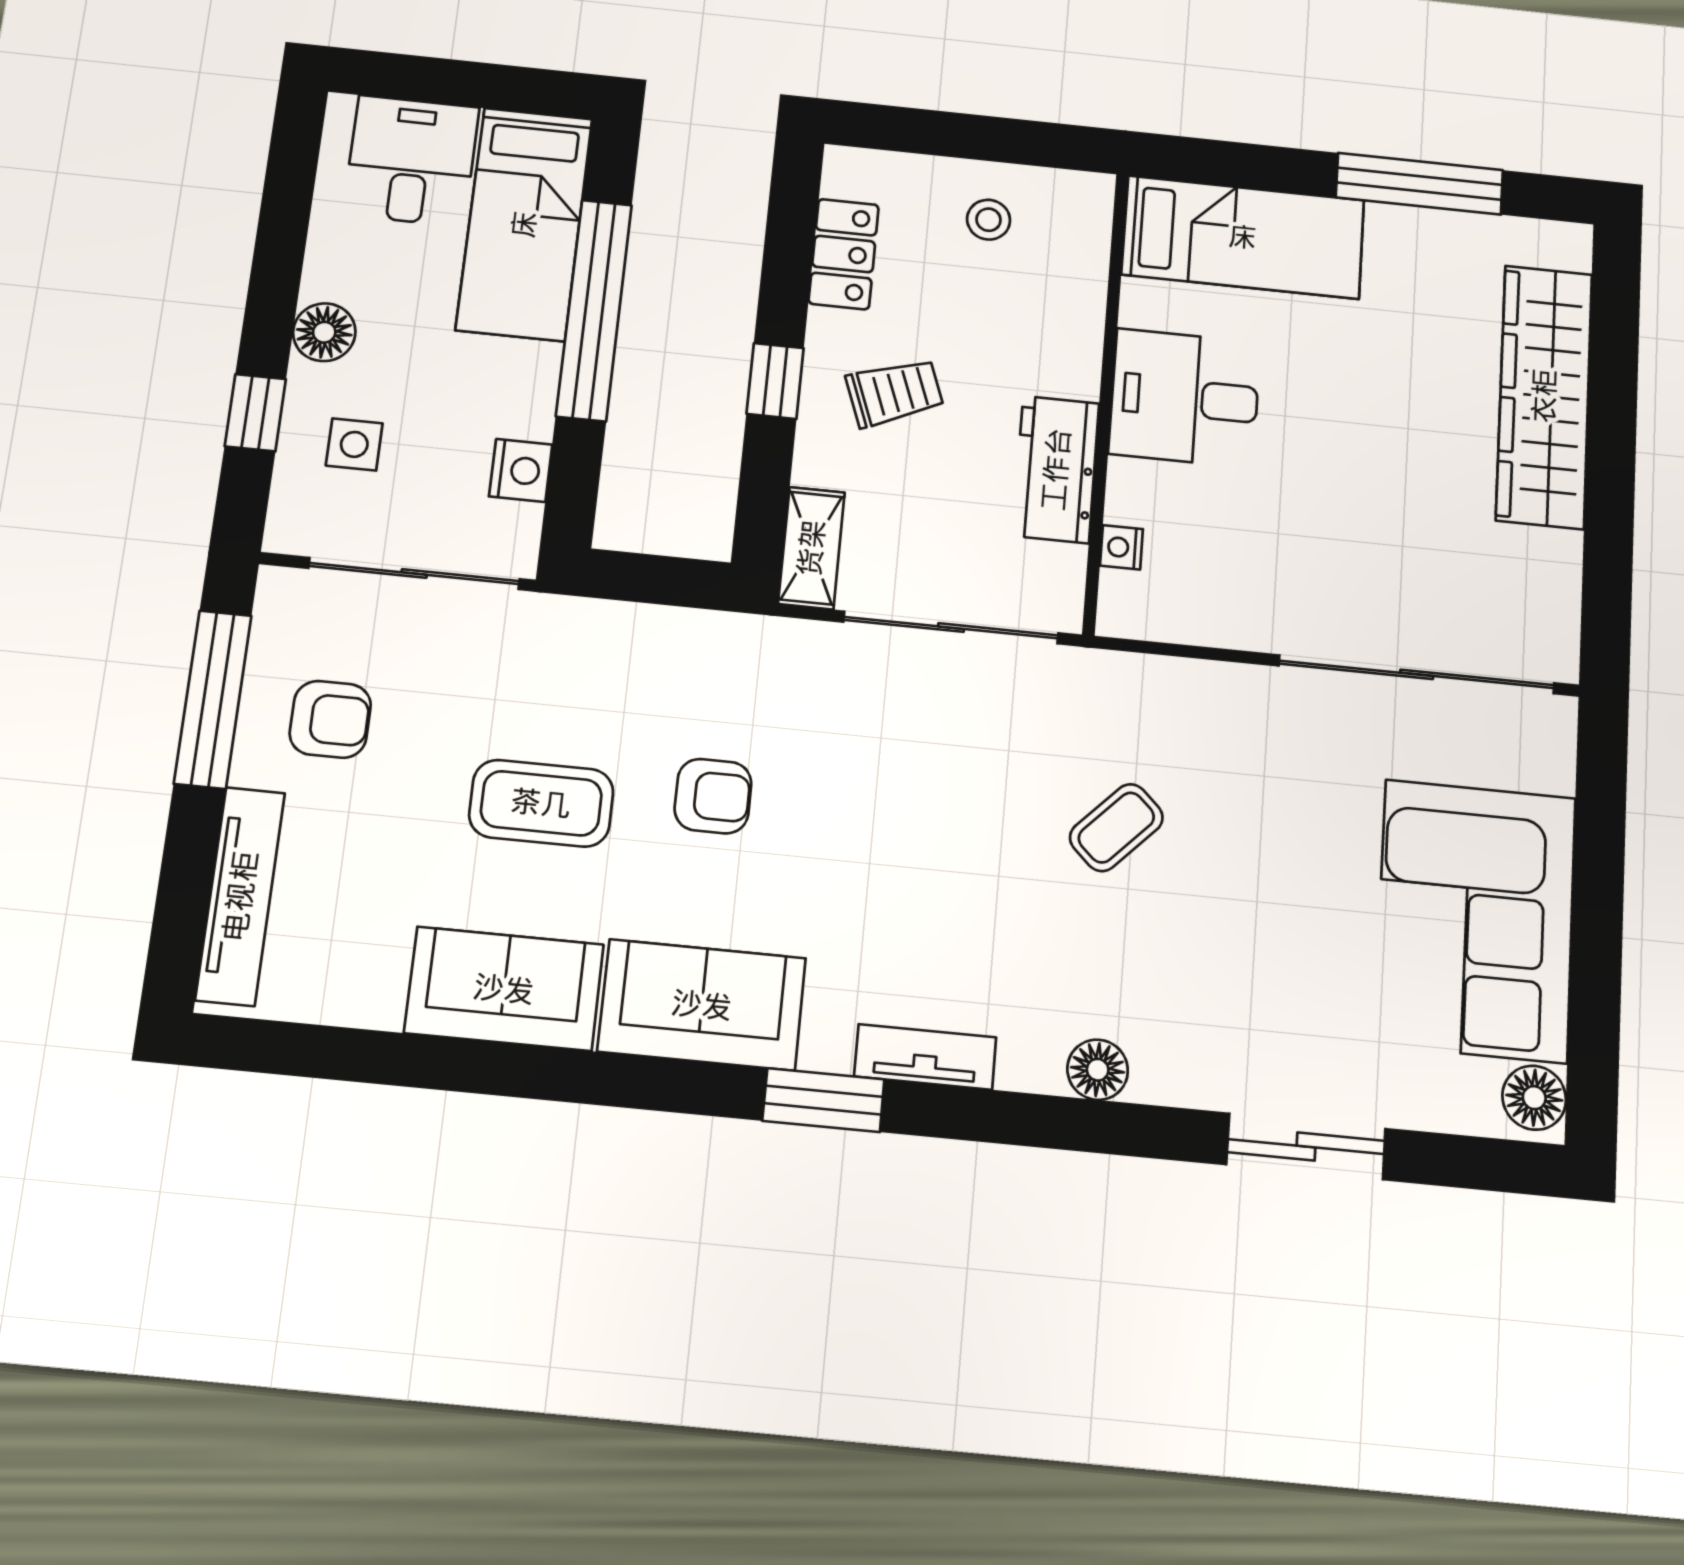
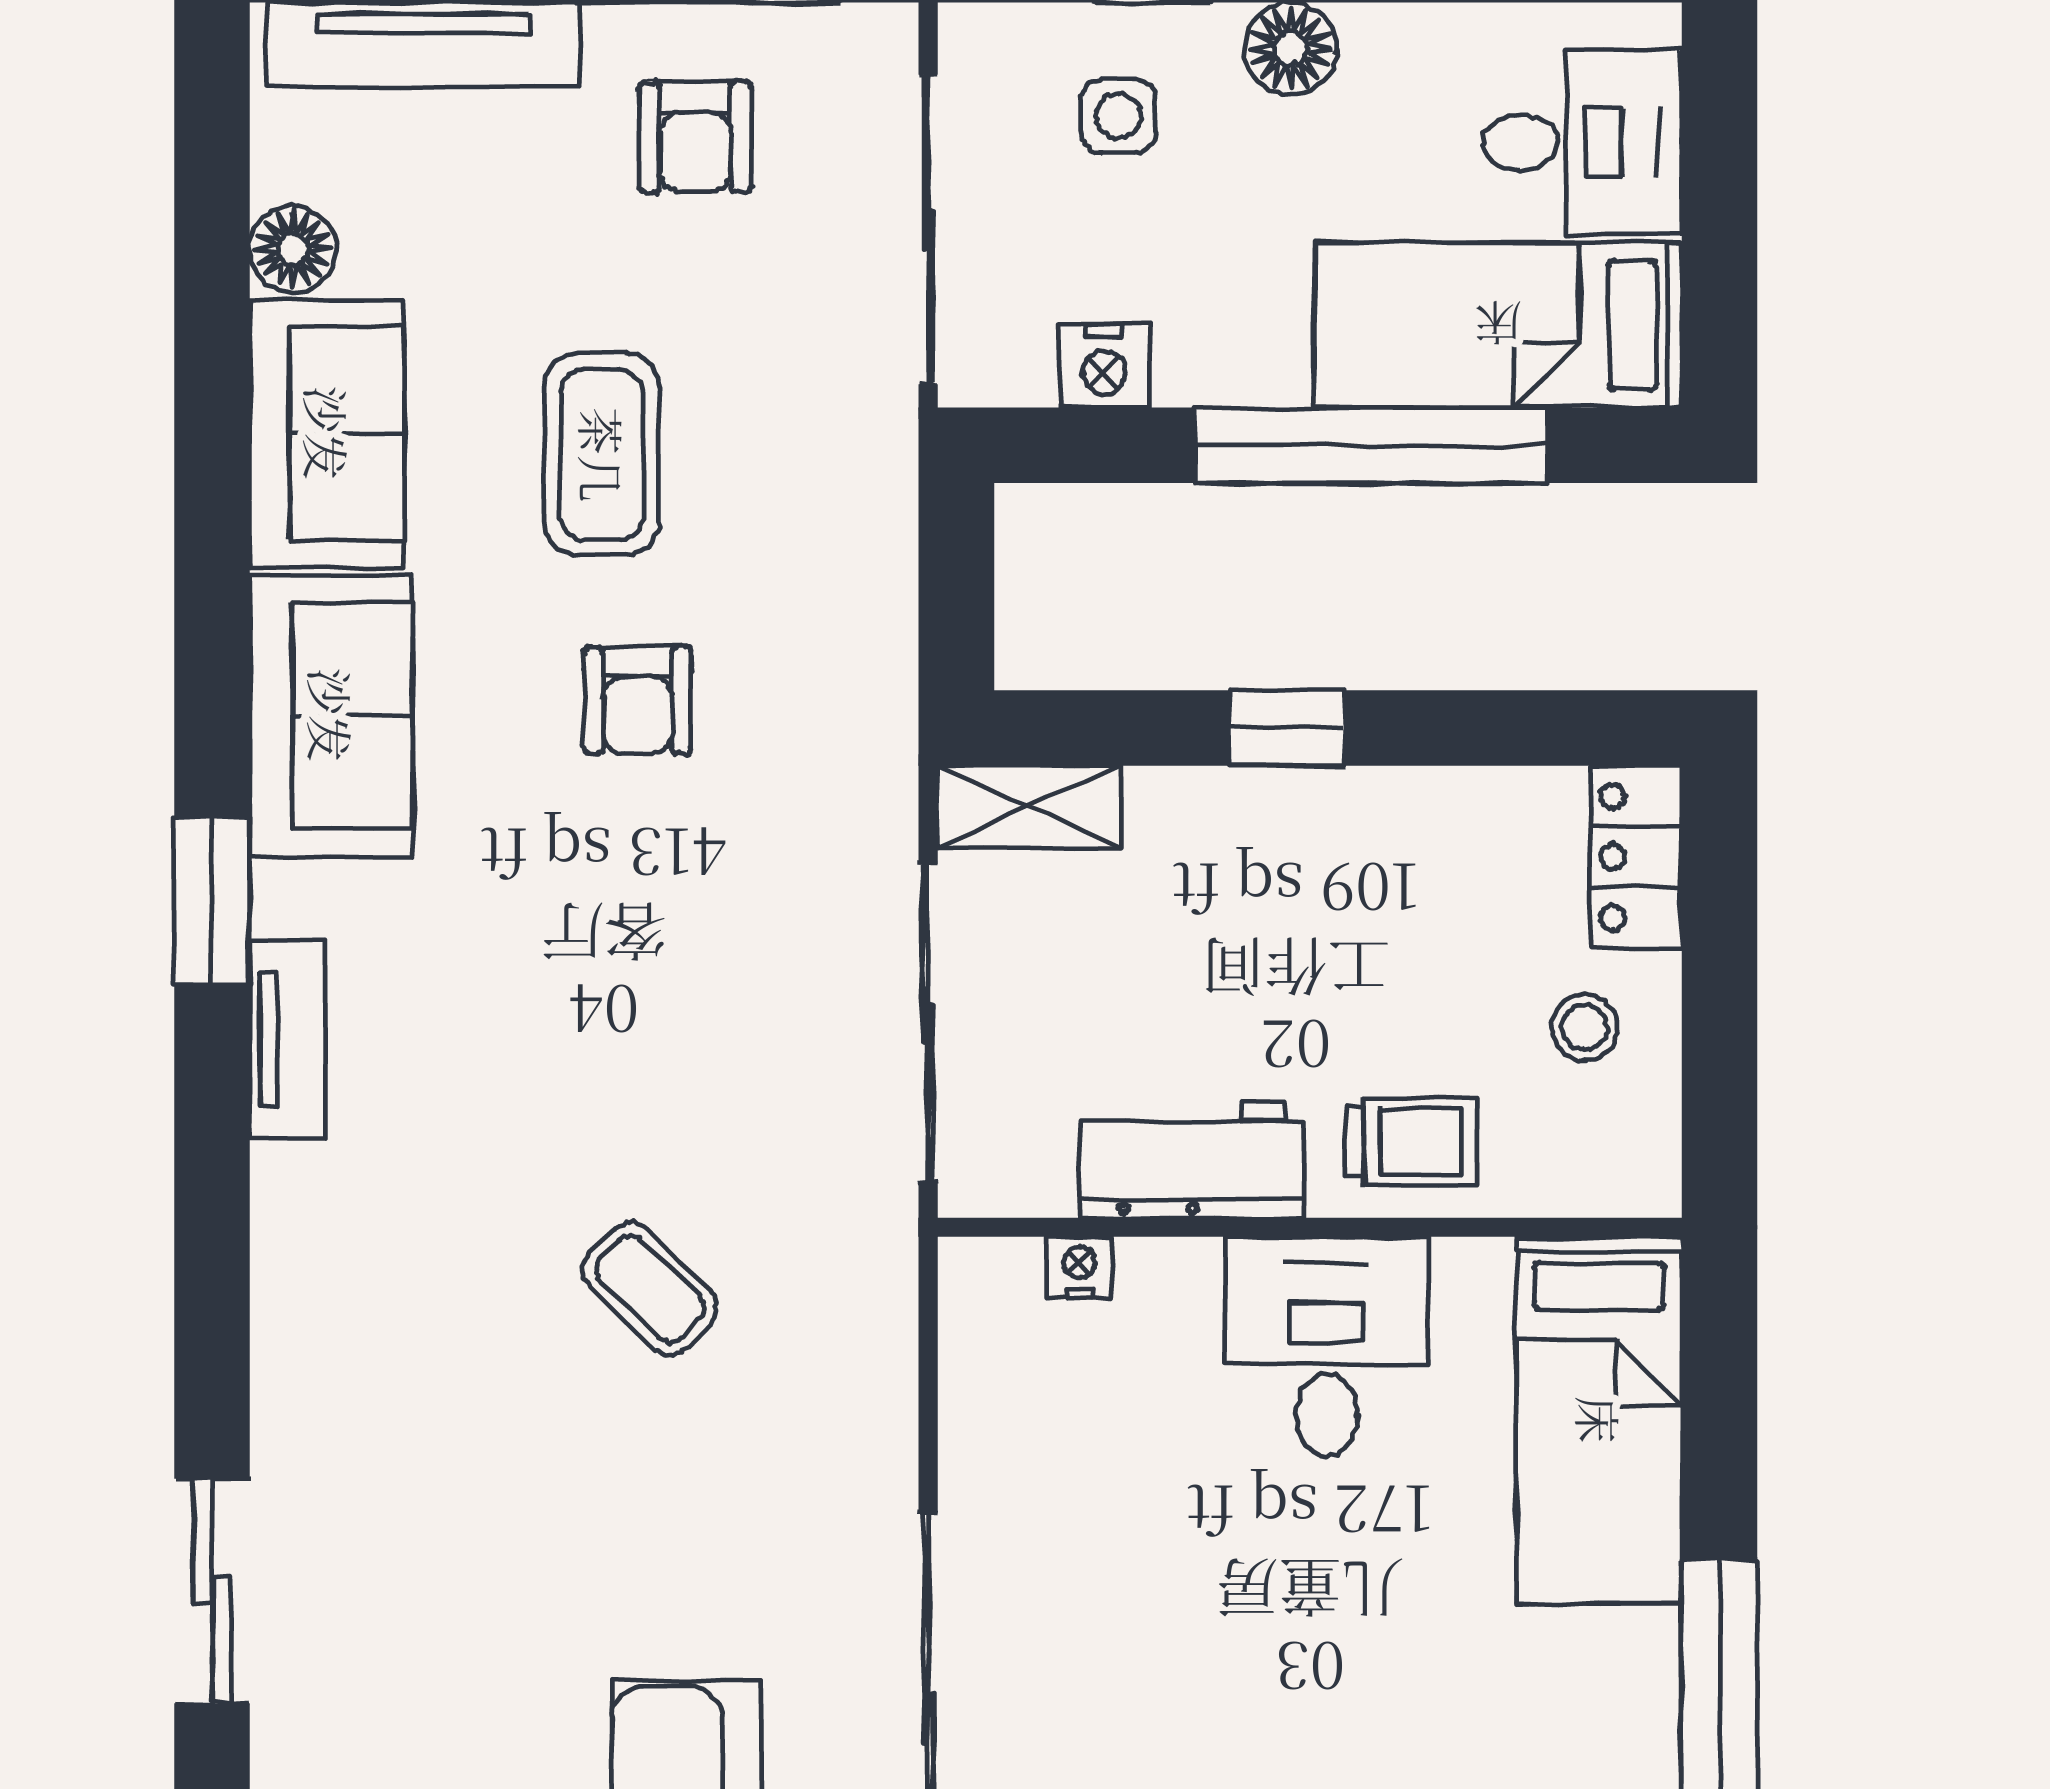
locker: (844, 254) -> (1636, 857), moved, turned 90
trolley: (895, 393) -> (1412, 1142), moved, turned -70
floor lamp: (1098, 1070) -> (293, 249), moved

